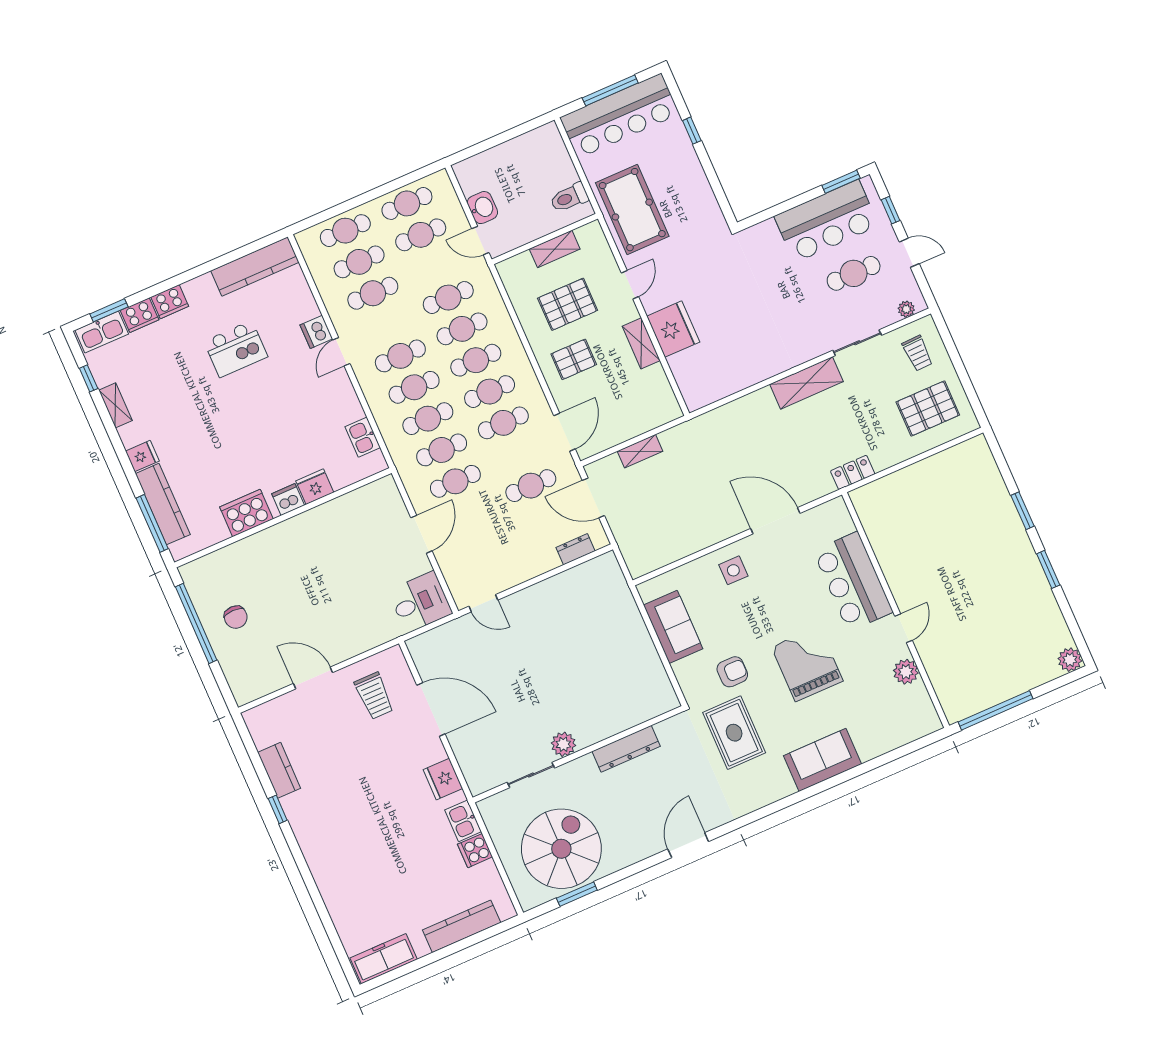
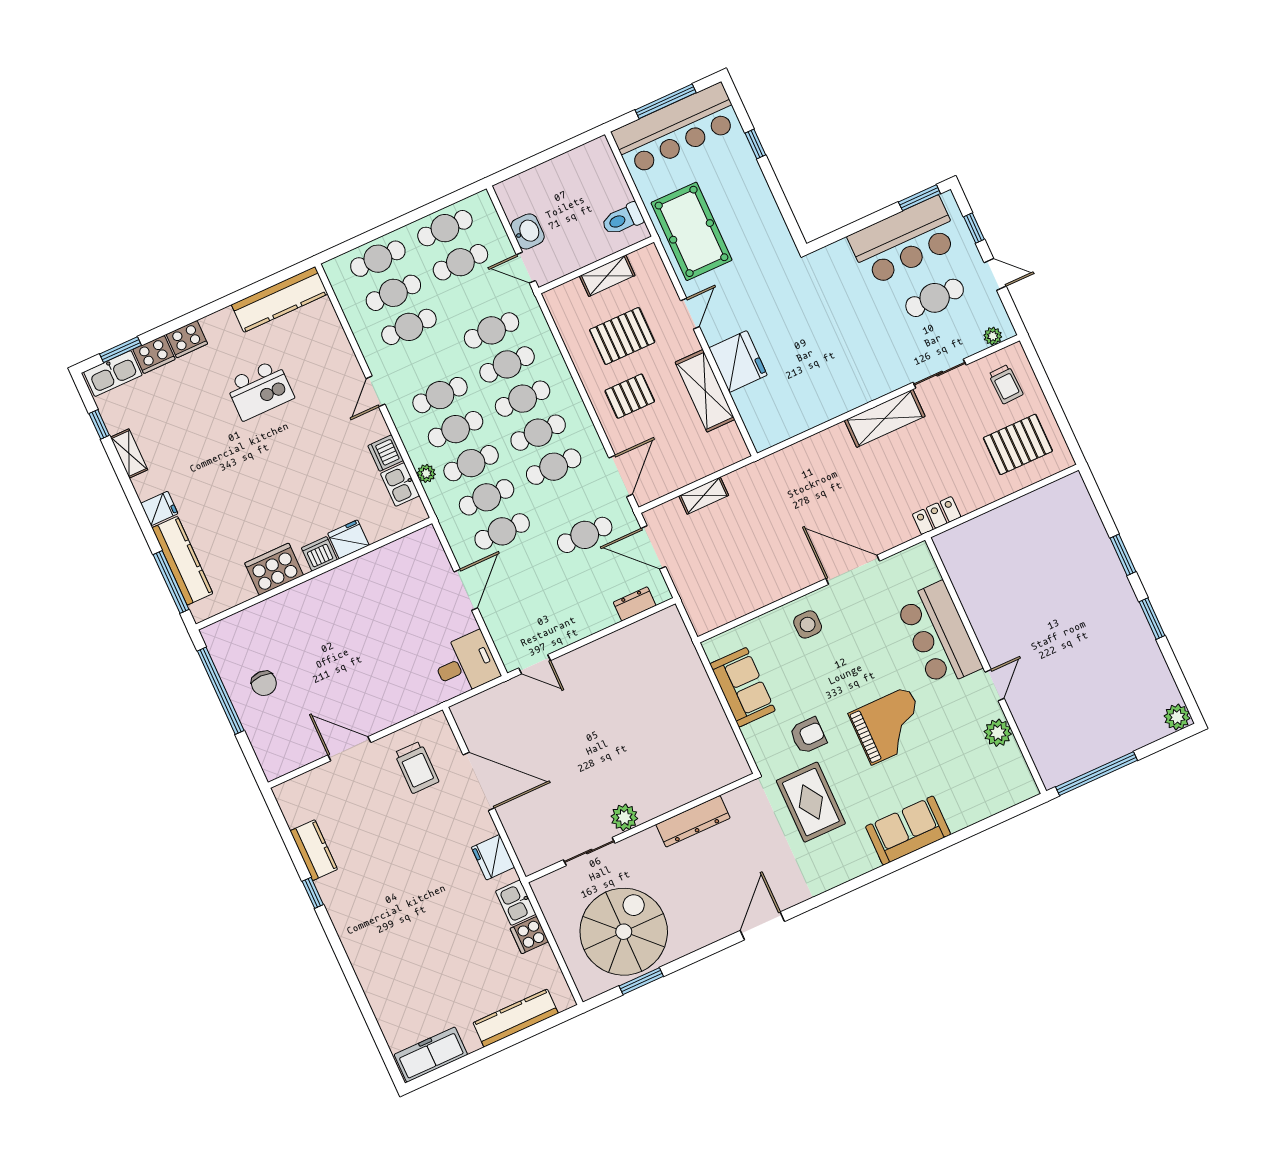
dishwasher: (316, 332) -> (386, 453), moved
shelving: (641, 343) -> (705, 391), width x1.50, depth x1.33
plant: (387, 427) -> (426, 473), added
grand piano: (807, 664) -> (890, 726), turned 90

